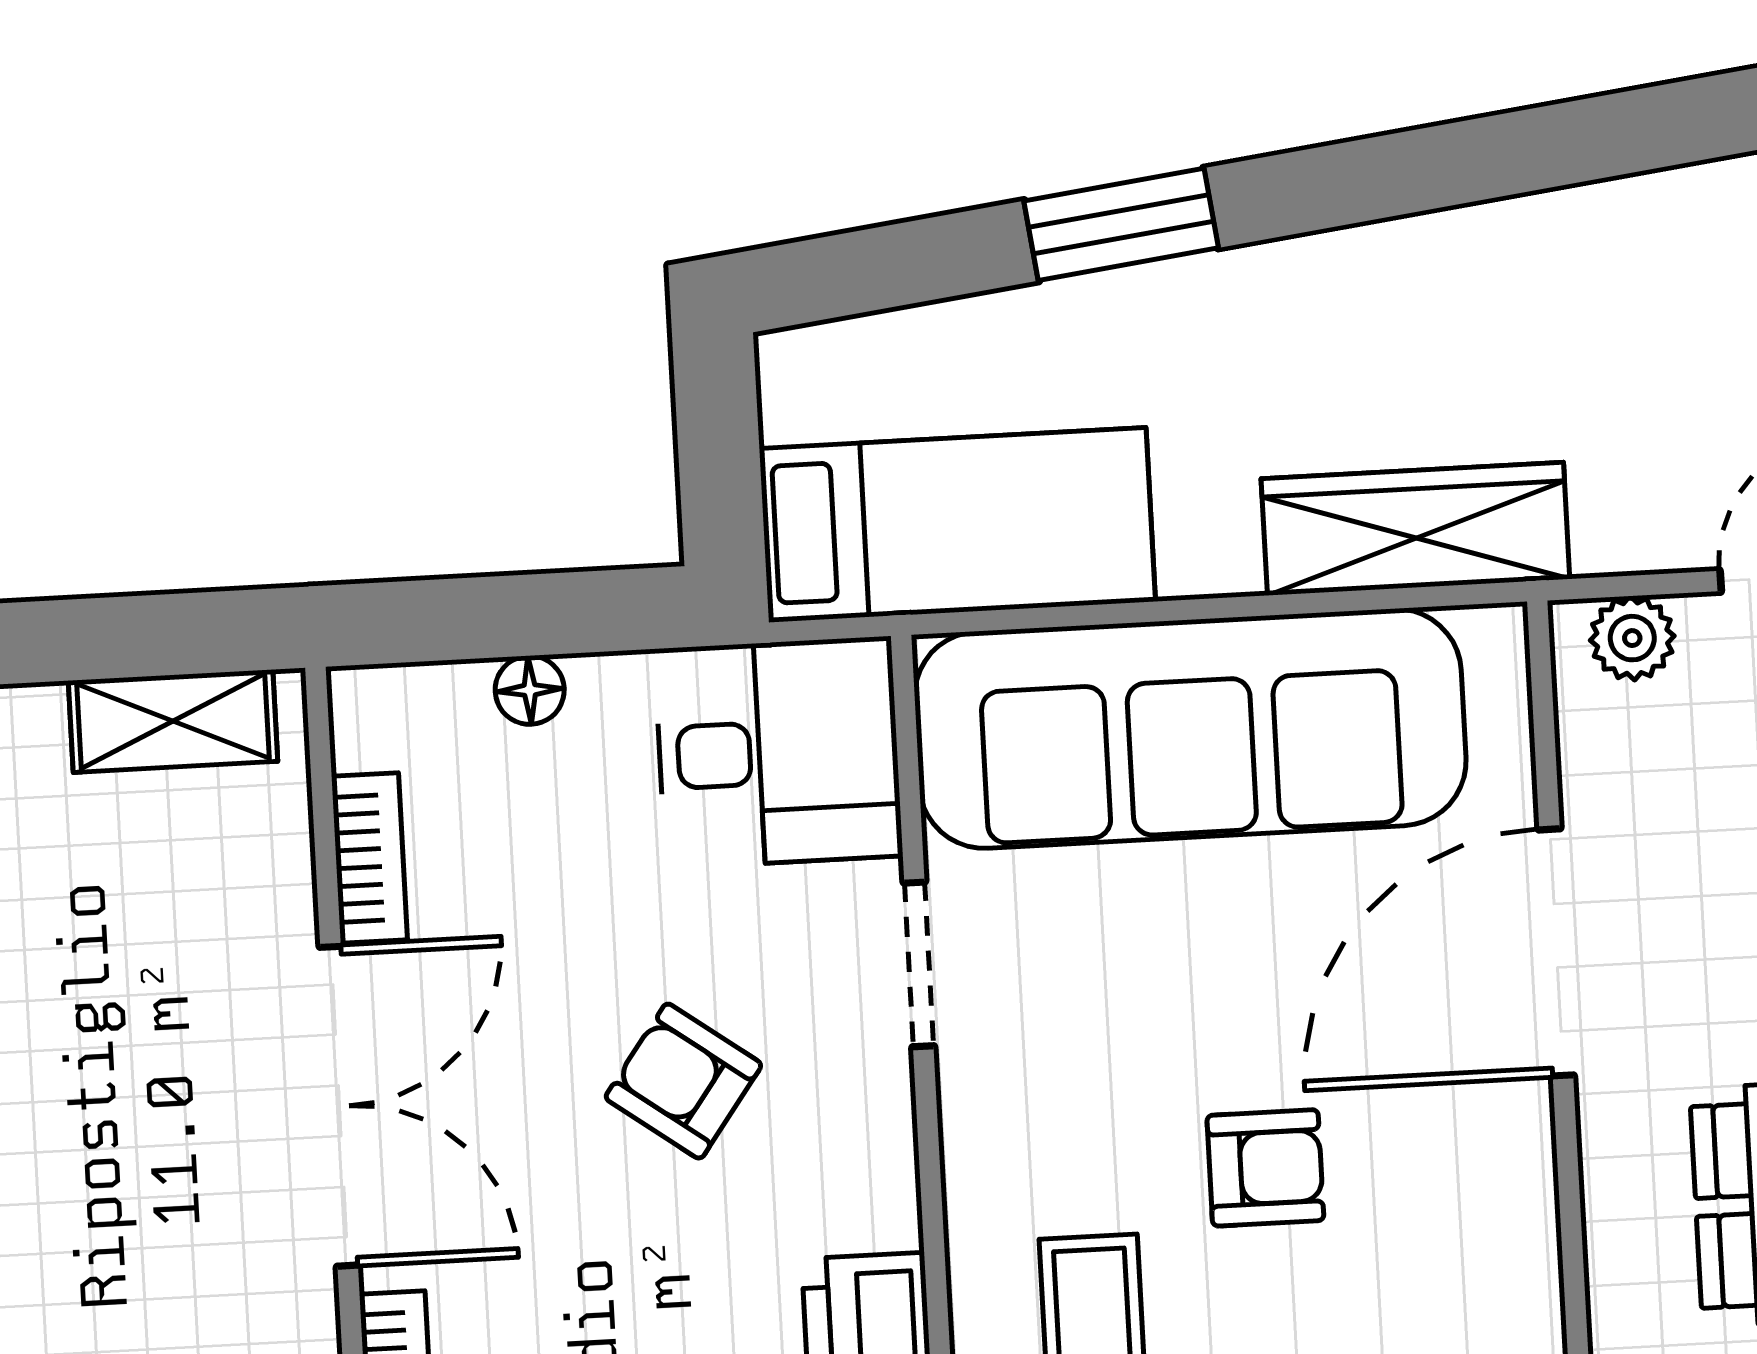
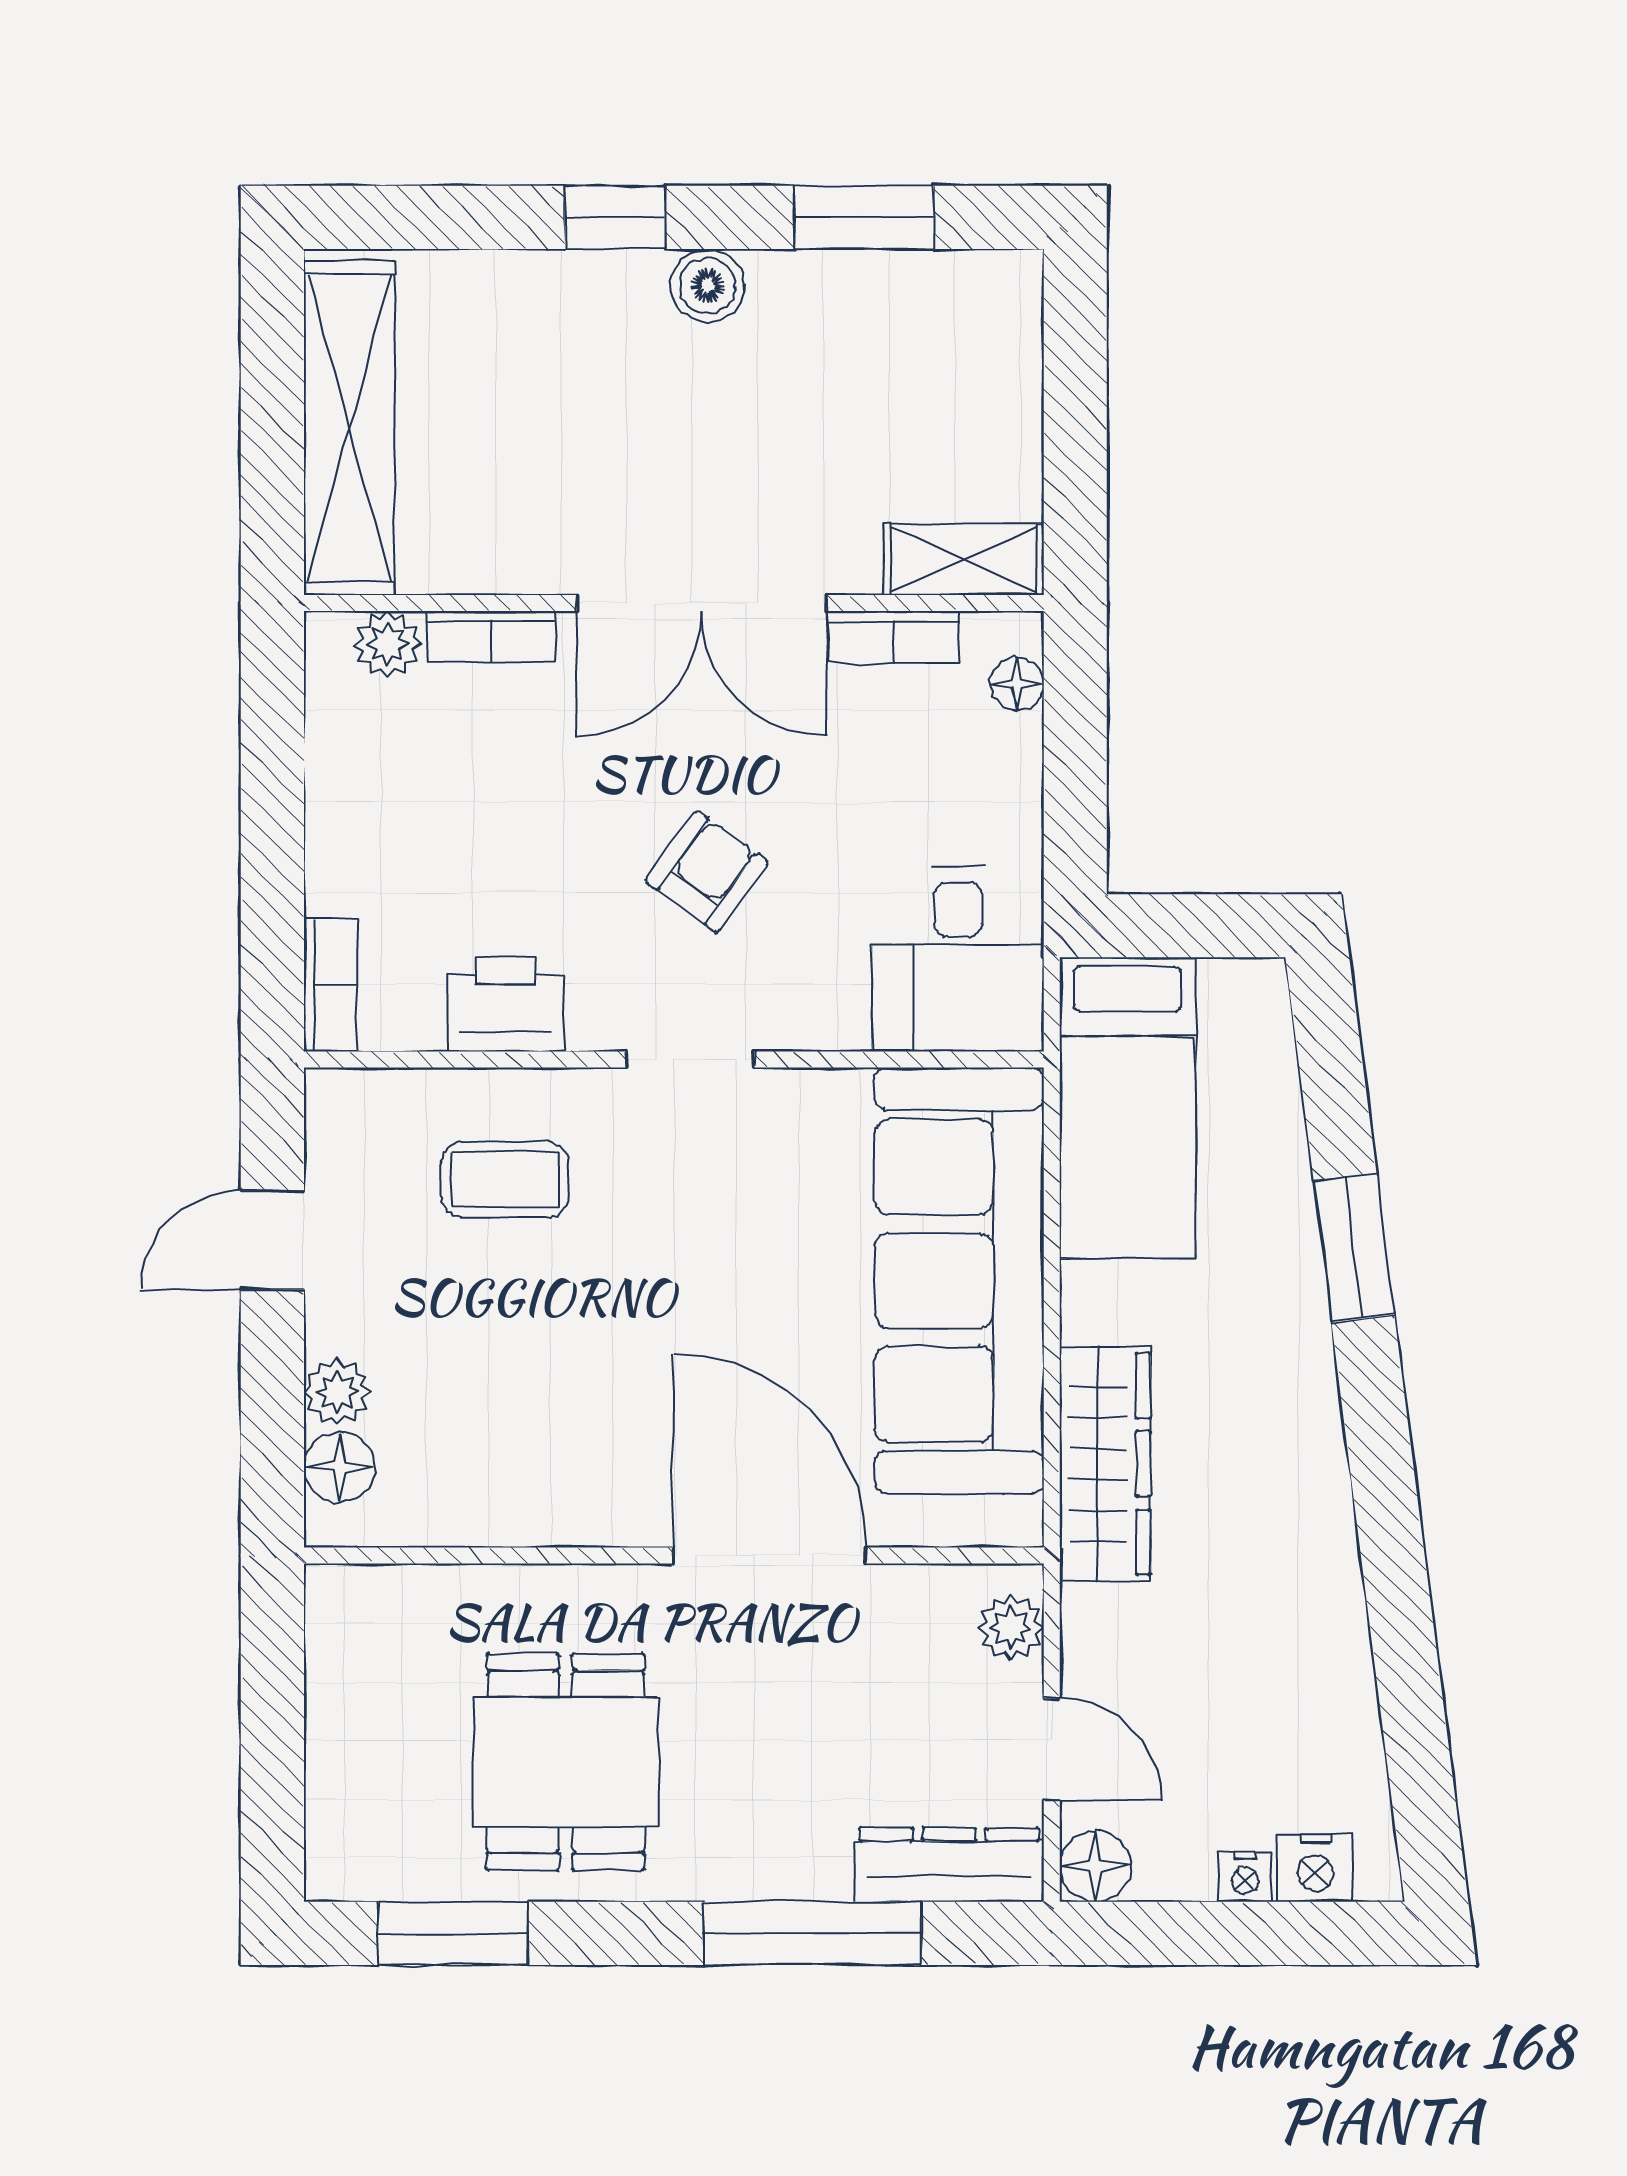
floor lamp: (530, 690) -> (1017, 684), moved
shelving: (173, 721) -> (964, 559), moved, turned 90
doorway: (919, 964) -> (690, 1060), moved
armchair: (1265, 1168) -> (615, 1320), removed

